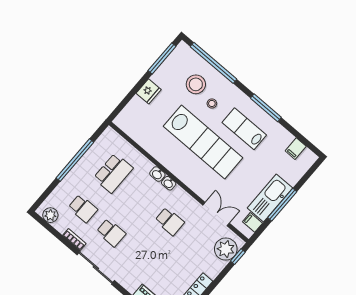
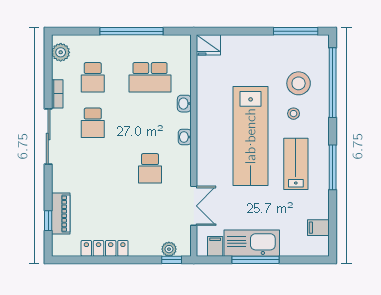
fridge: (149, 91) -> (208, 45), moved
washbasin: (157, 174) -> (184, 104), moved
plant: (226, 249) -> (169, 249), width x0.53, depth x0.53

